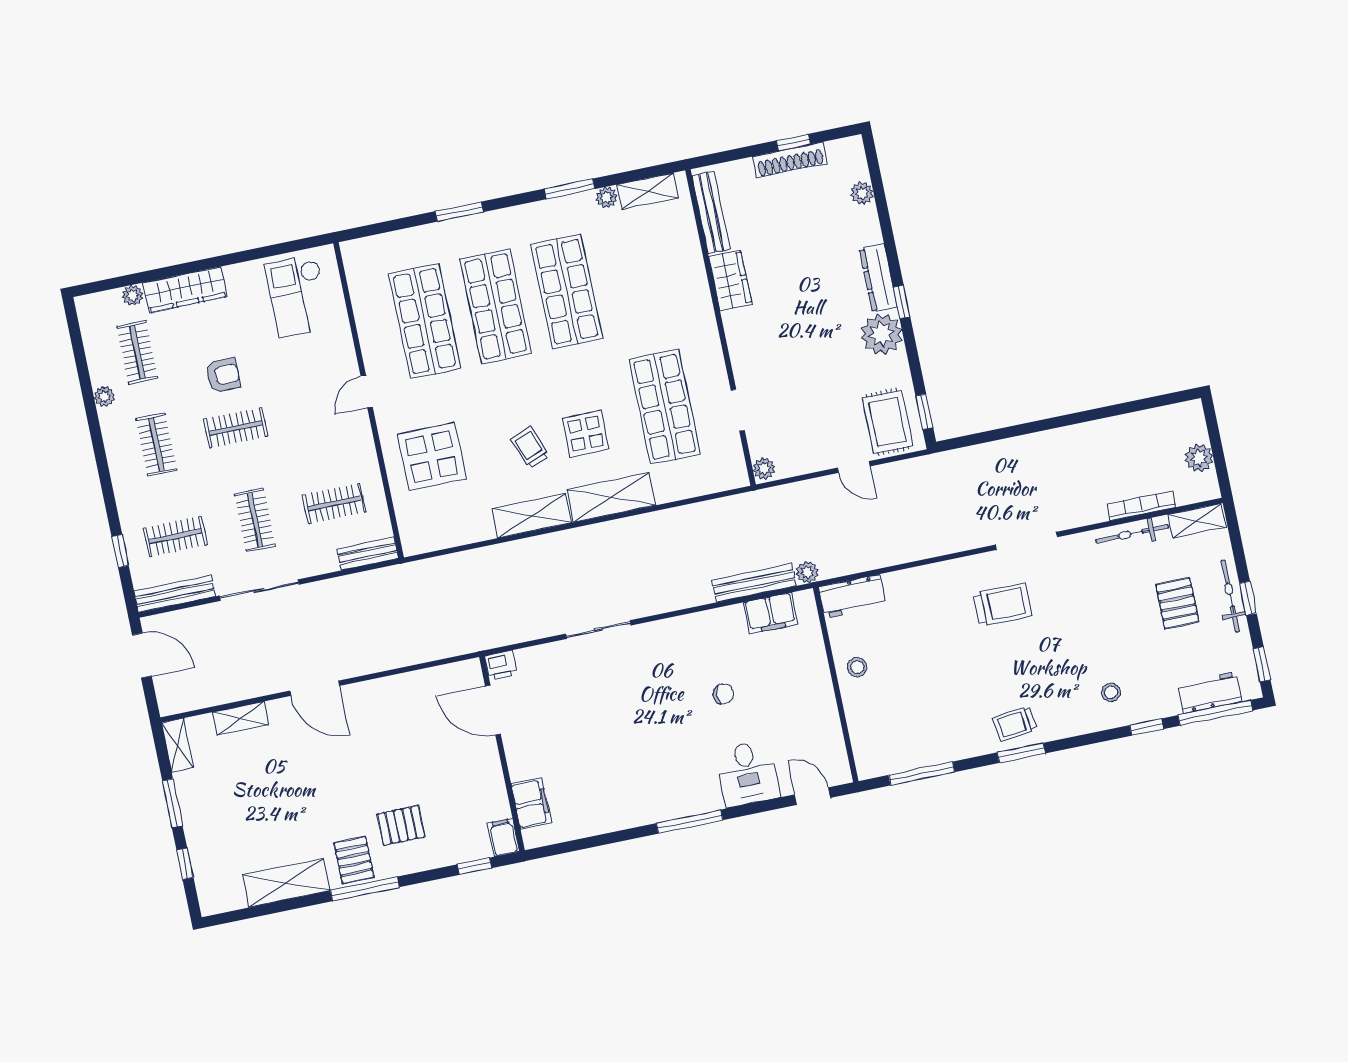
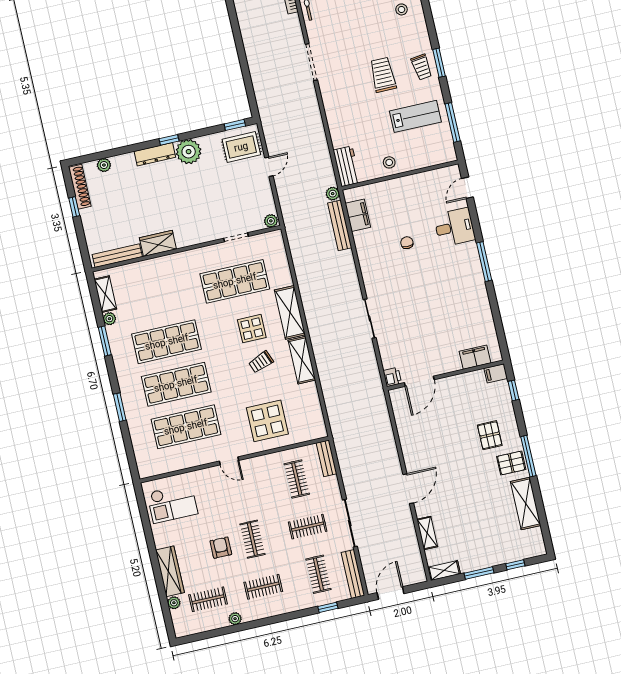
shoe rack: (790, 160) -> (80, 187), moved
trolley: (1003, 604) -> (383, 75), moved
lab bench: (933, 712) -> (415, 116), added

